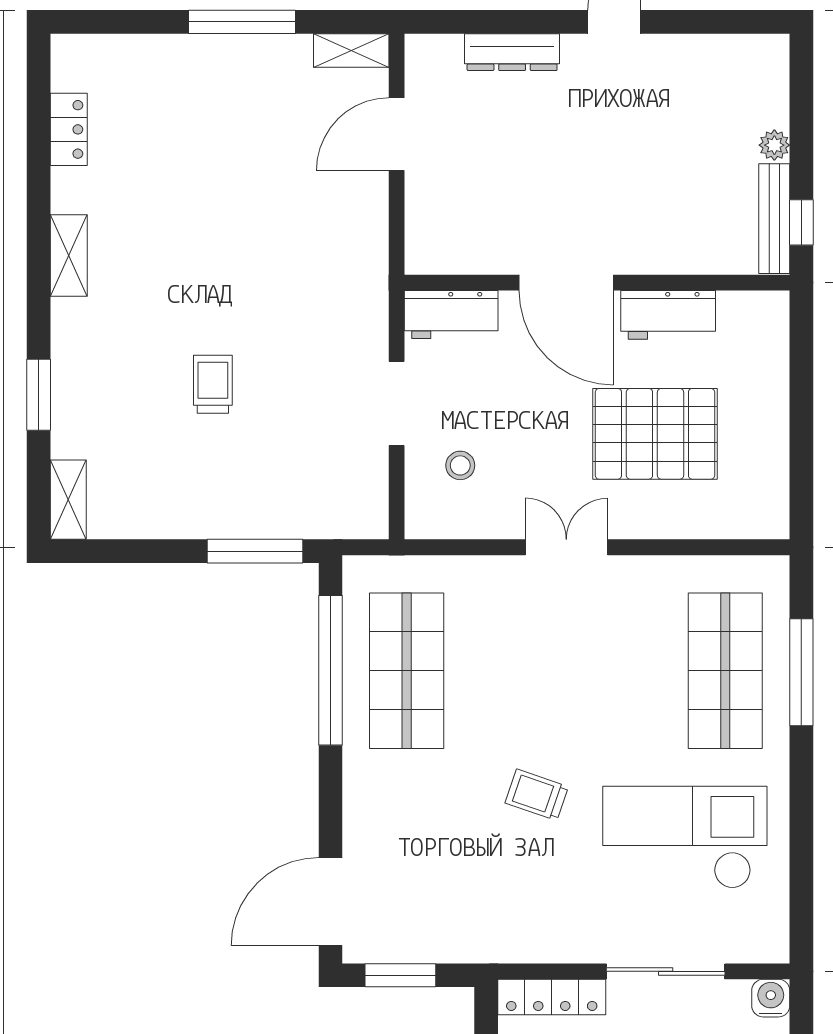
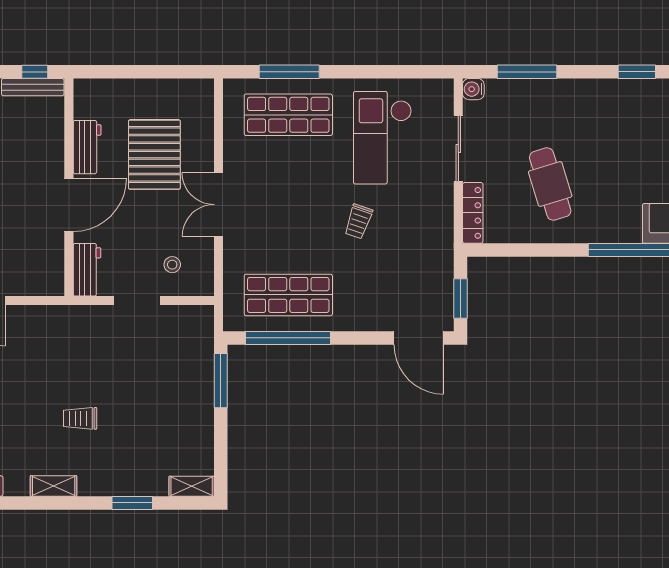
trolley: (213, 384) -> (80, 418), moved
double door: (566, 547) -> (218, 205), width x1.37

